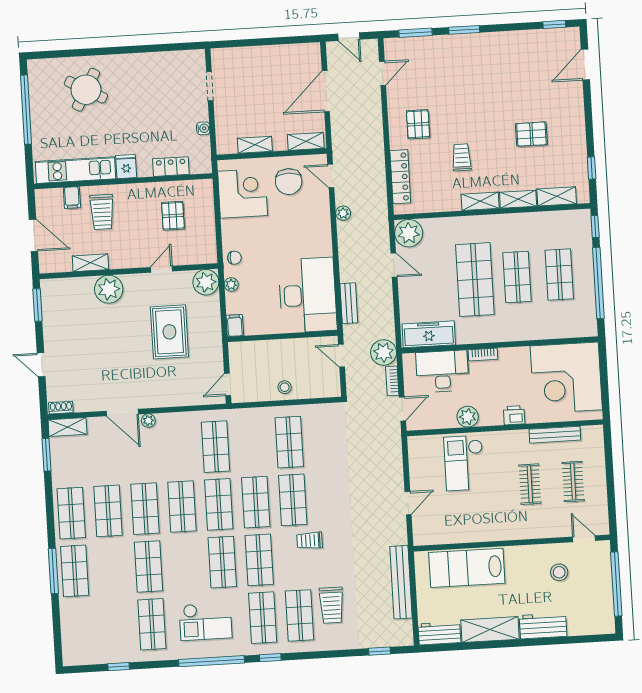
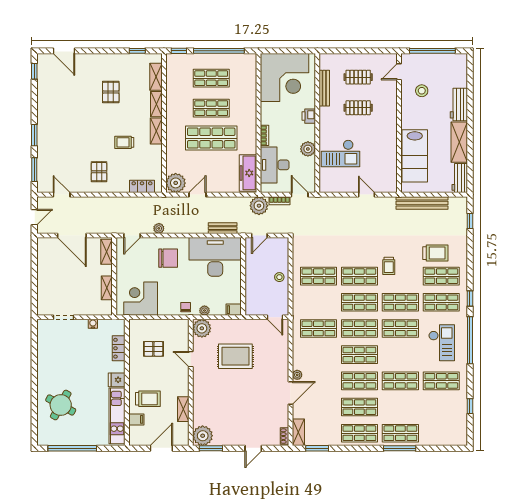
pallet: (418, 124) -> (99, 172), turned 90
locker: (400, 177) -> (142, 186), width x0.66
chair: (289, 182) -> (168, 258), moved
plant: (109, 289) -> (203, 436), moved

